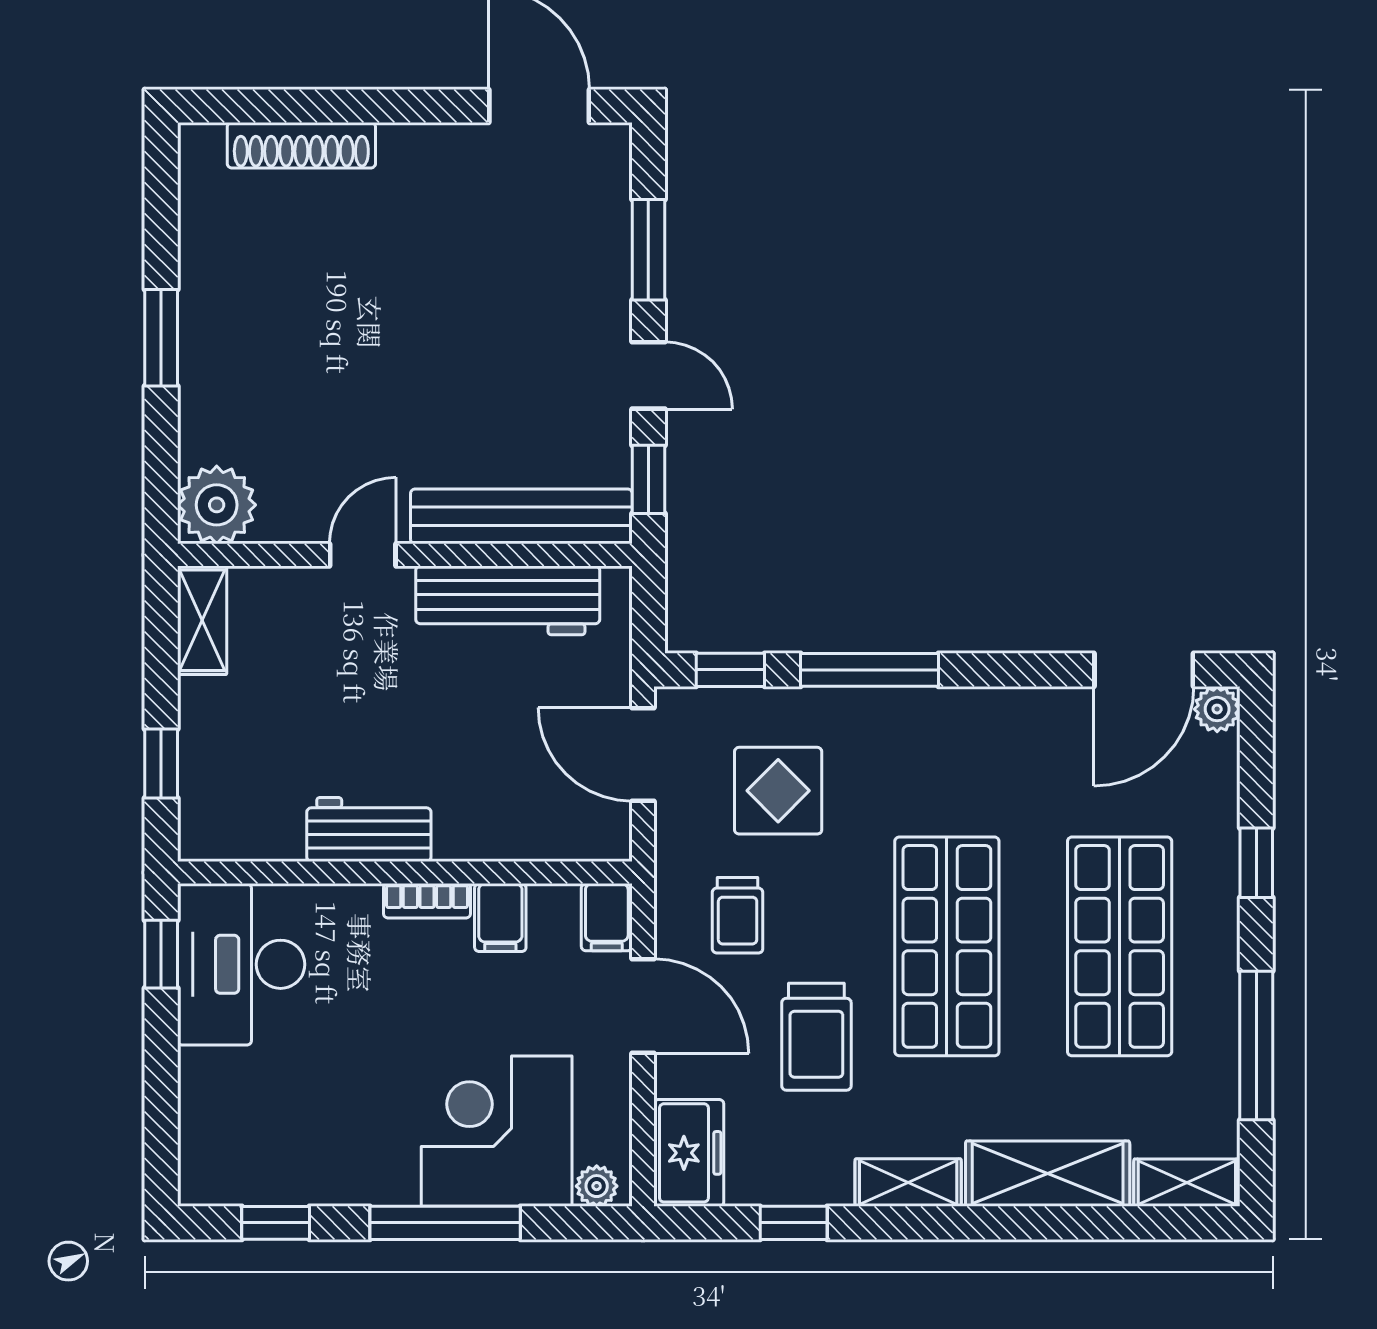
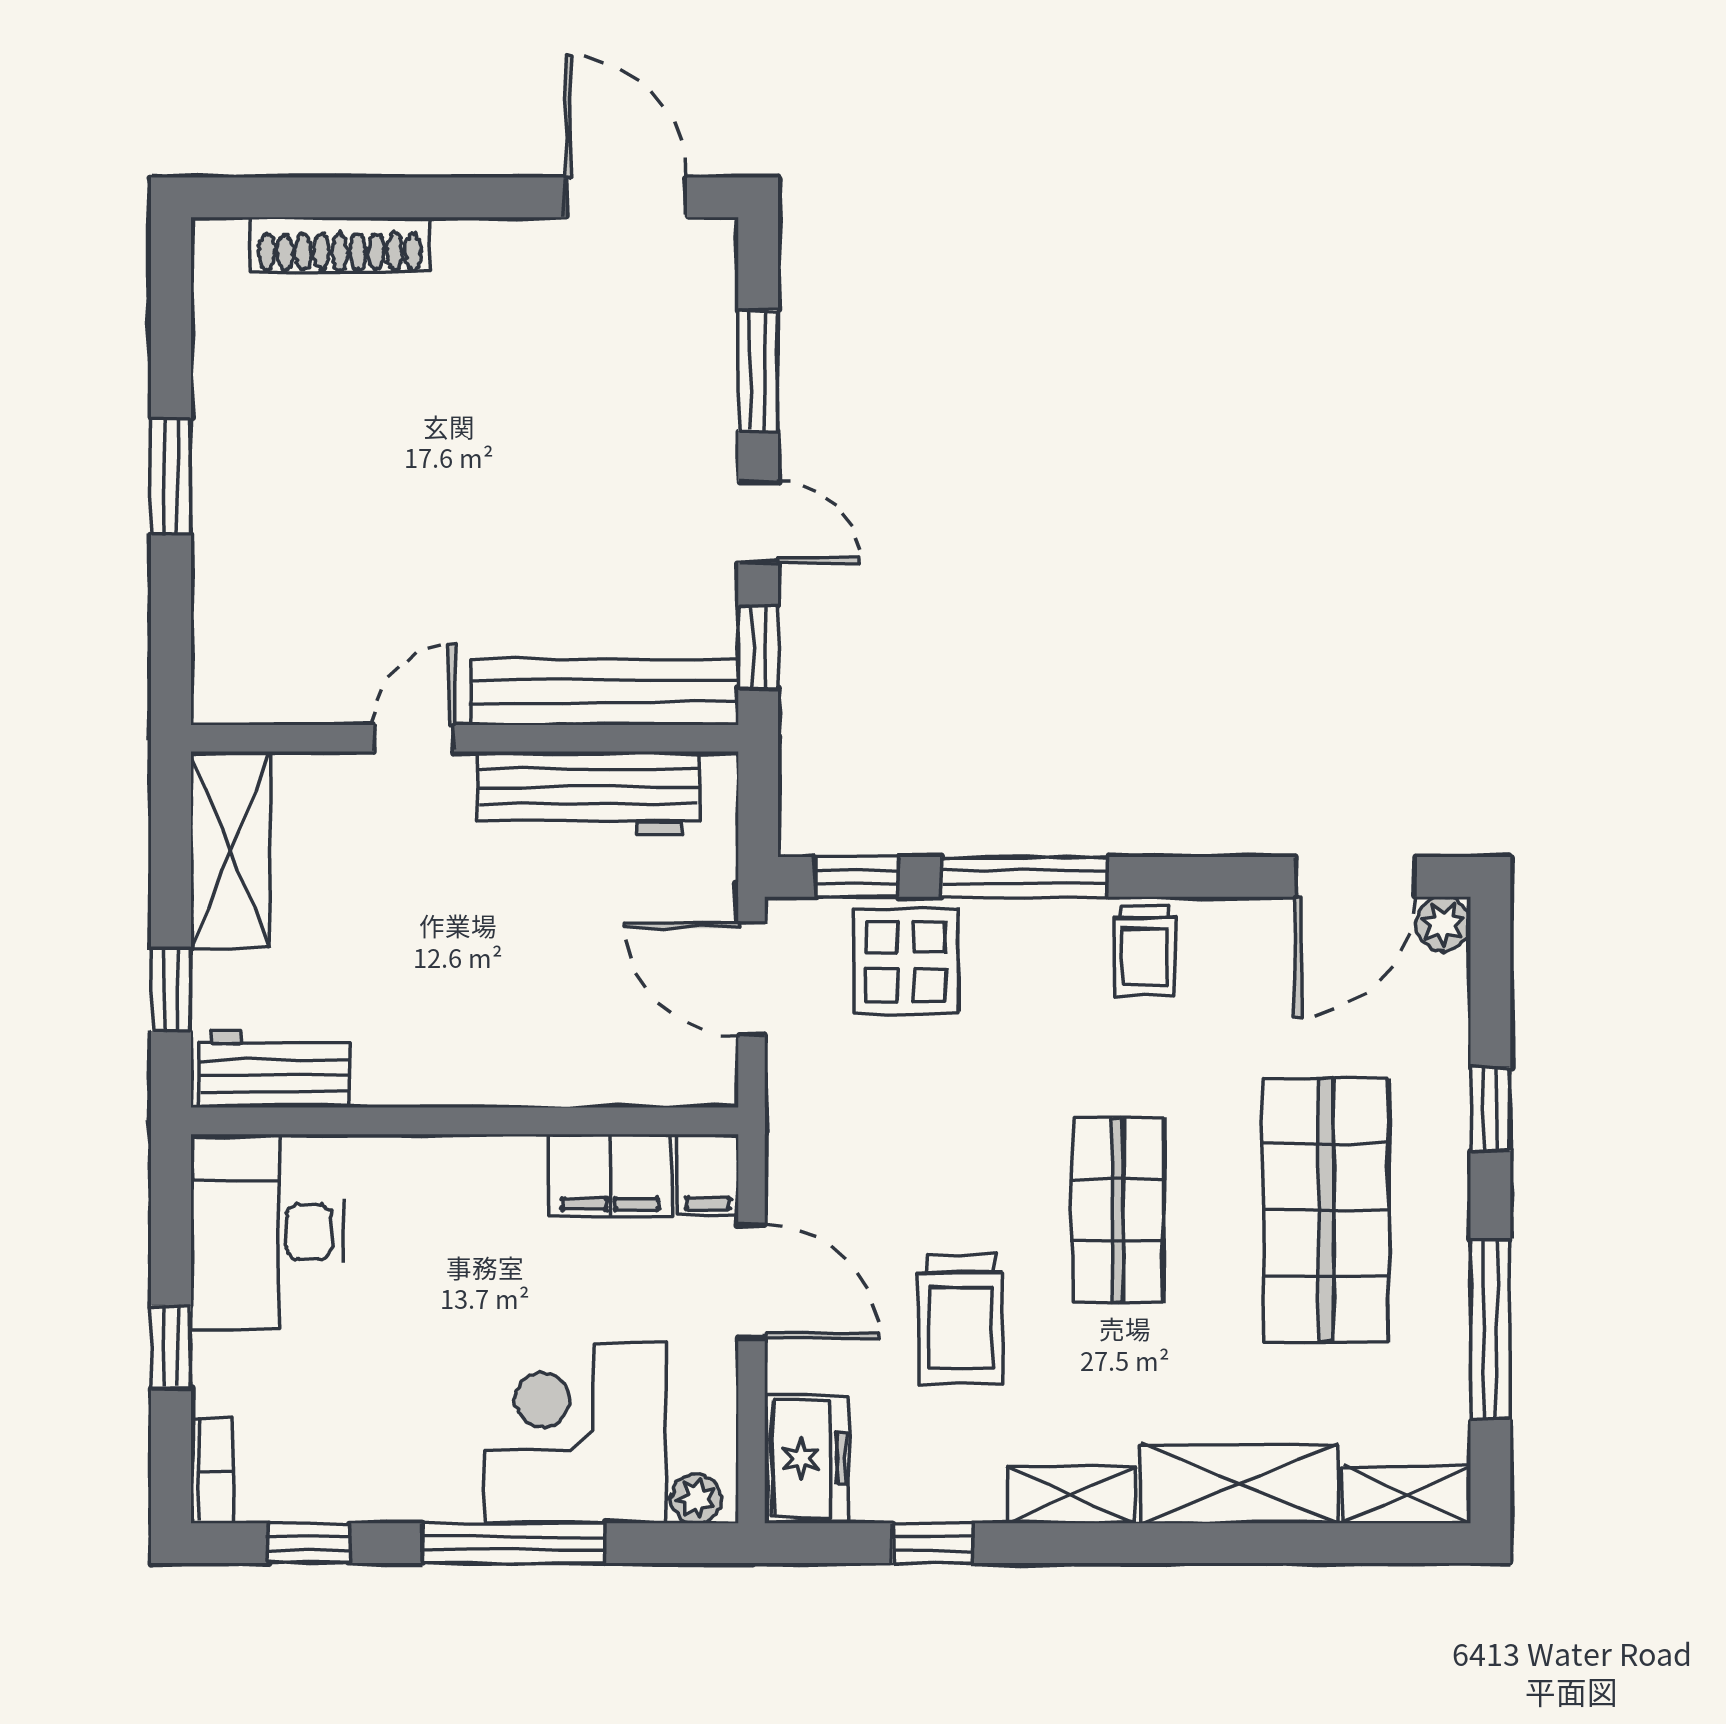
plant: (217, 505) -> (238, 678), removed
shelving: (202, 620) -> (230, 850), width x1.50, depth x1.33
display table: (778, 791) -> (906, 961), moved
workbench: (369, 829) -> (274, 1069), moved
bookcase: (427, 901) -> (212, 1471), moved, turned -90
trolley: (738, 915) -> (1144, 951), moved
filing cabinet: (500, 918) -> (610, 1175), width x2.00
shop shelf: (947, 946) -> (1118, 1210), width x0.70, depth x0.74
window: (161, 954) -> (171, 1347), moved

